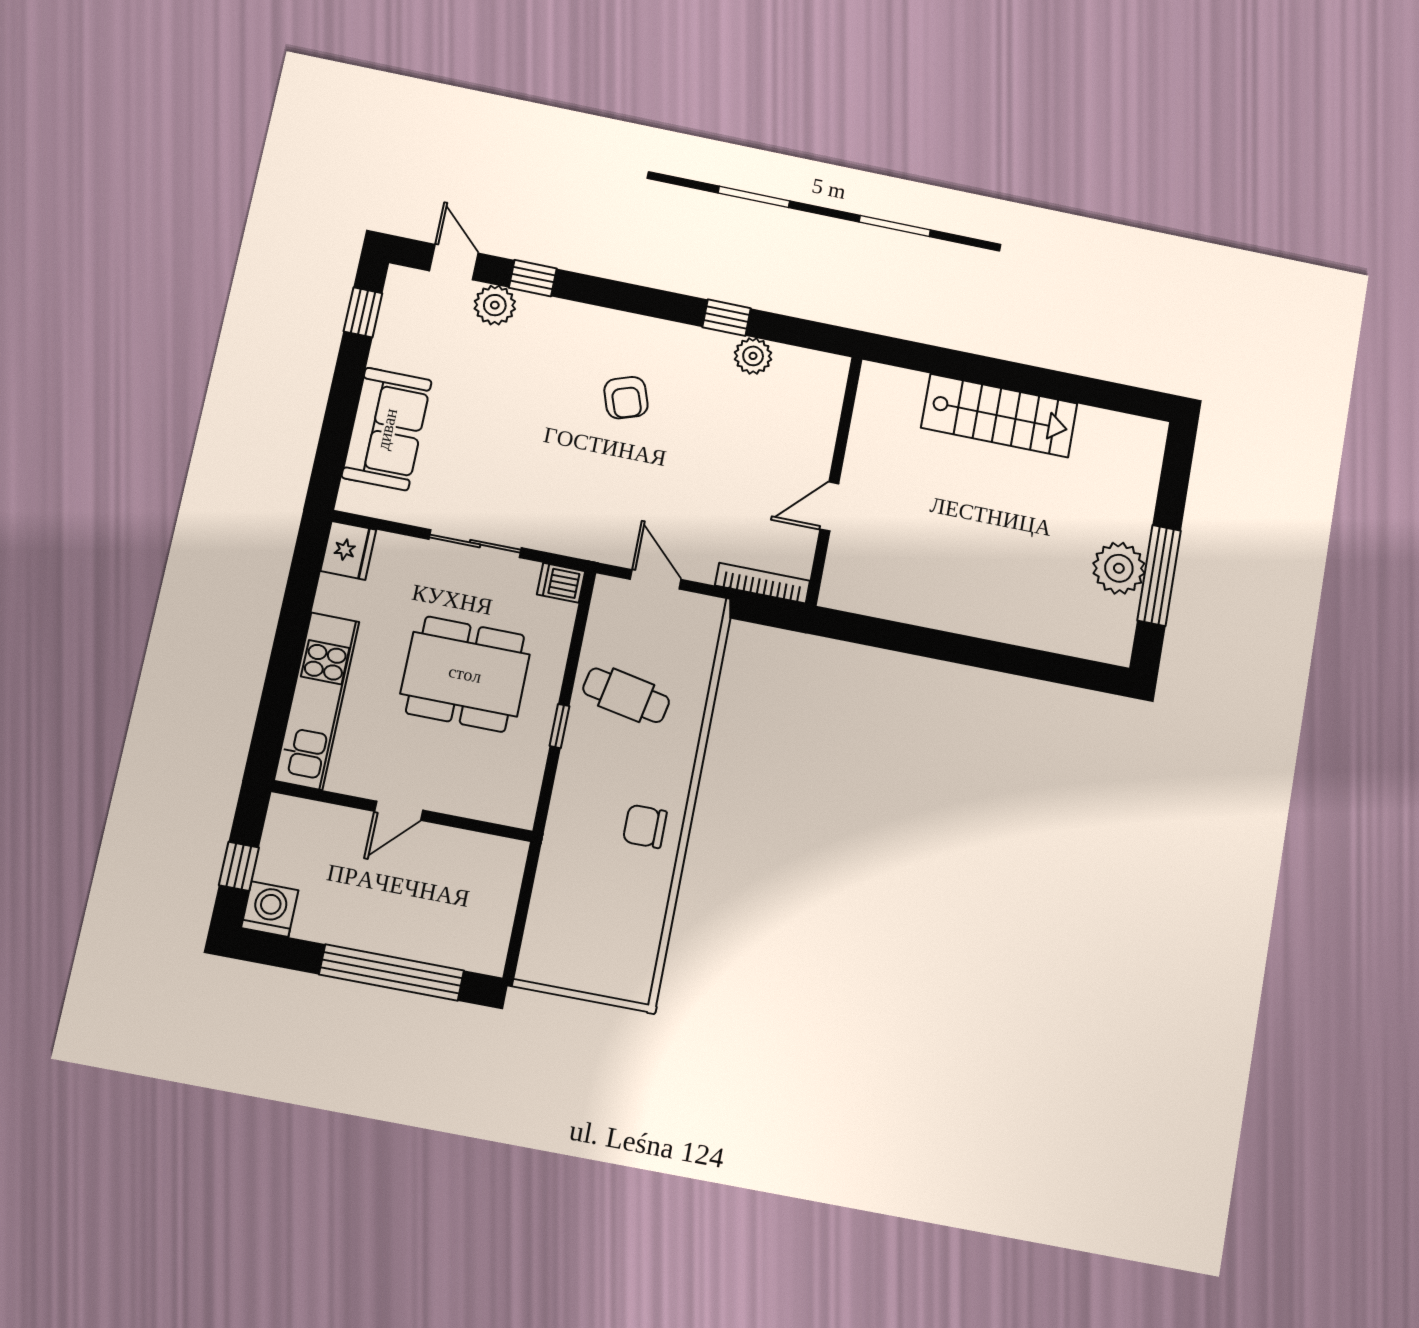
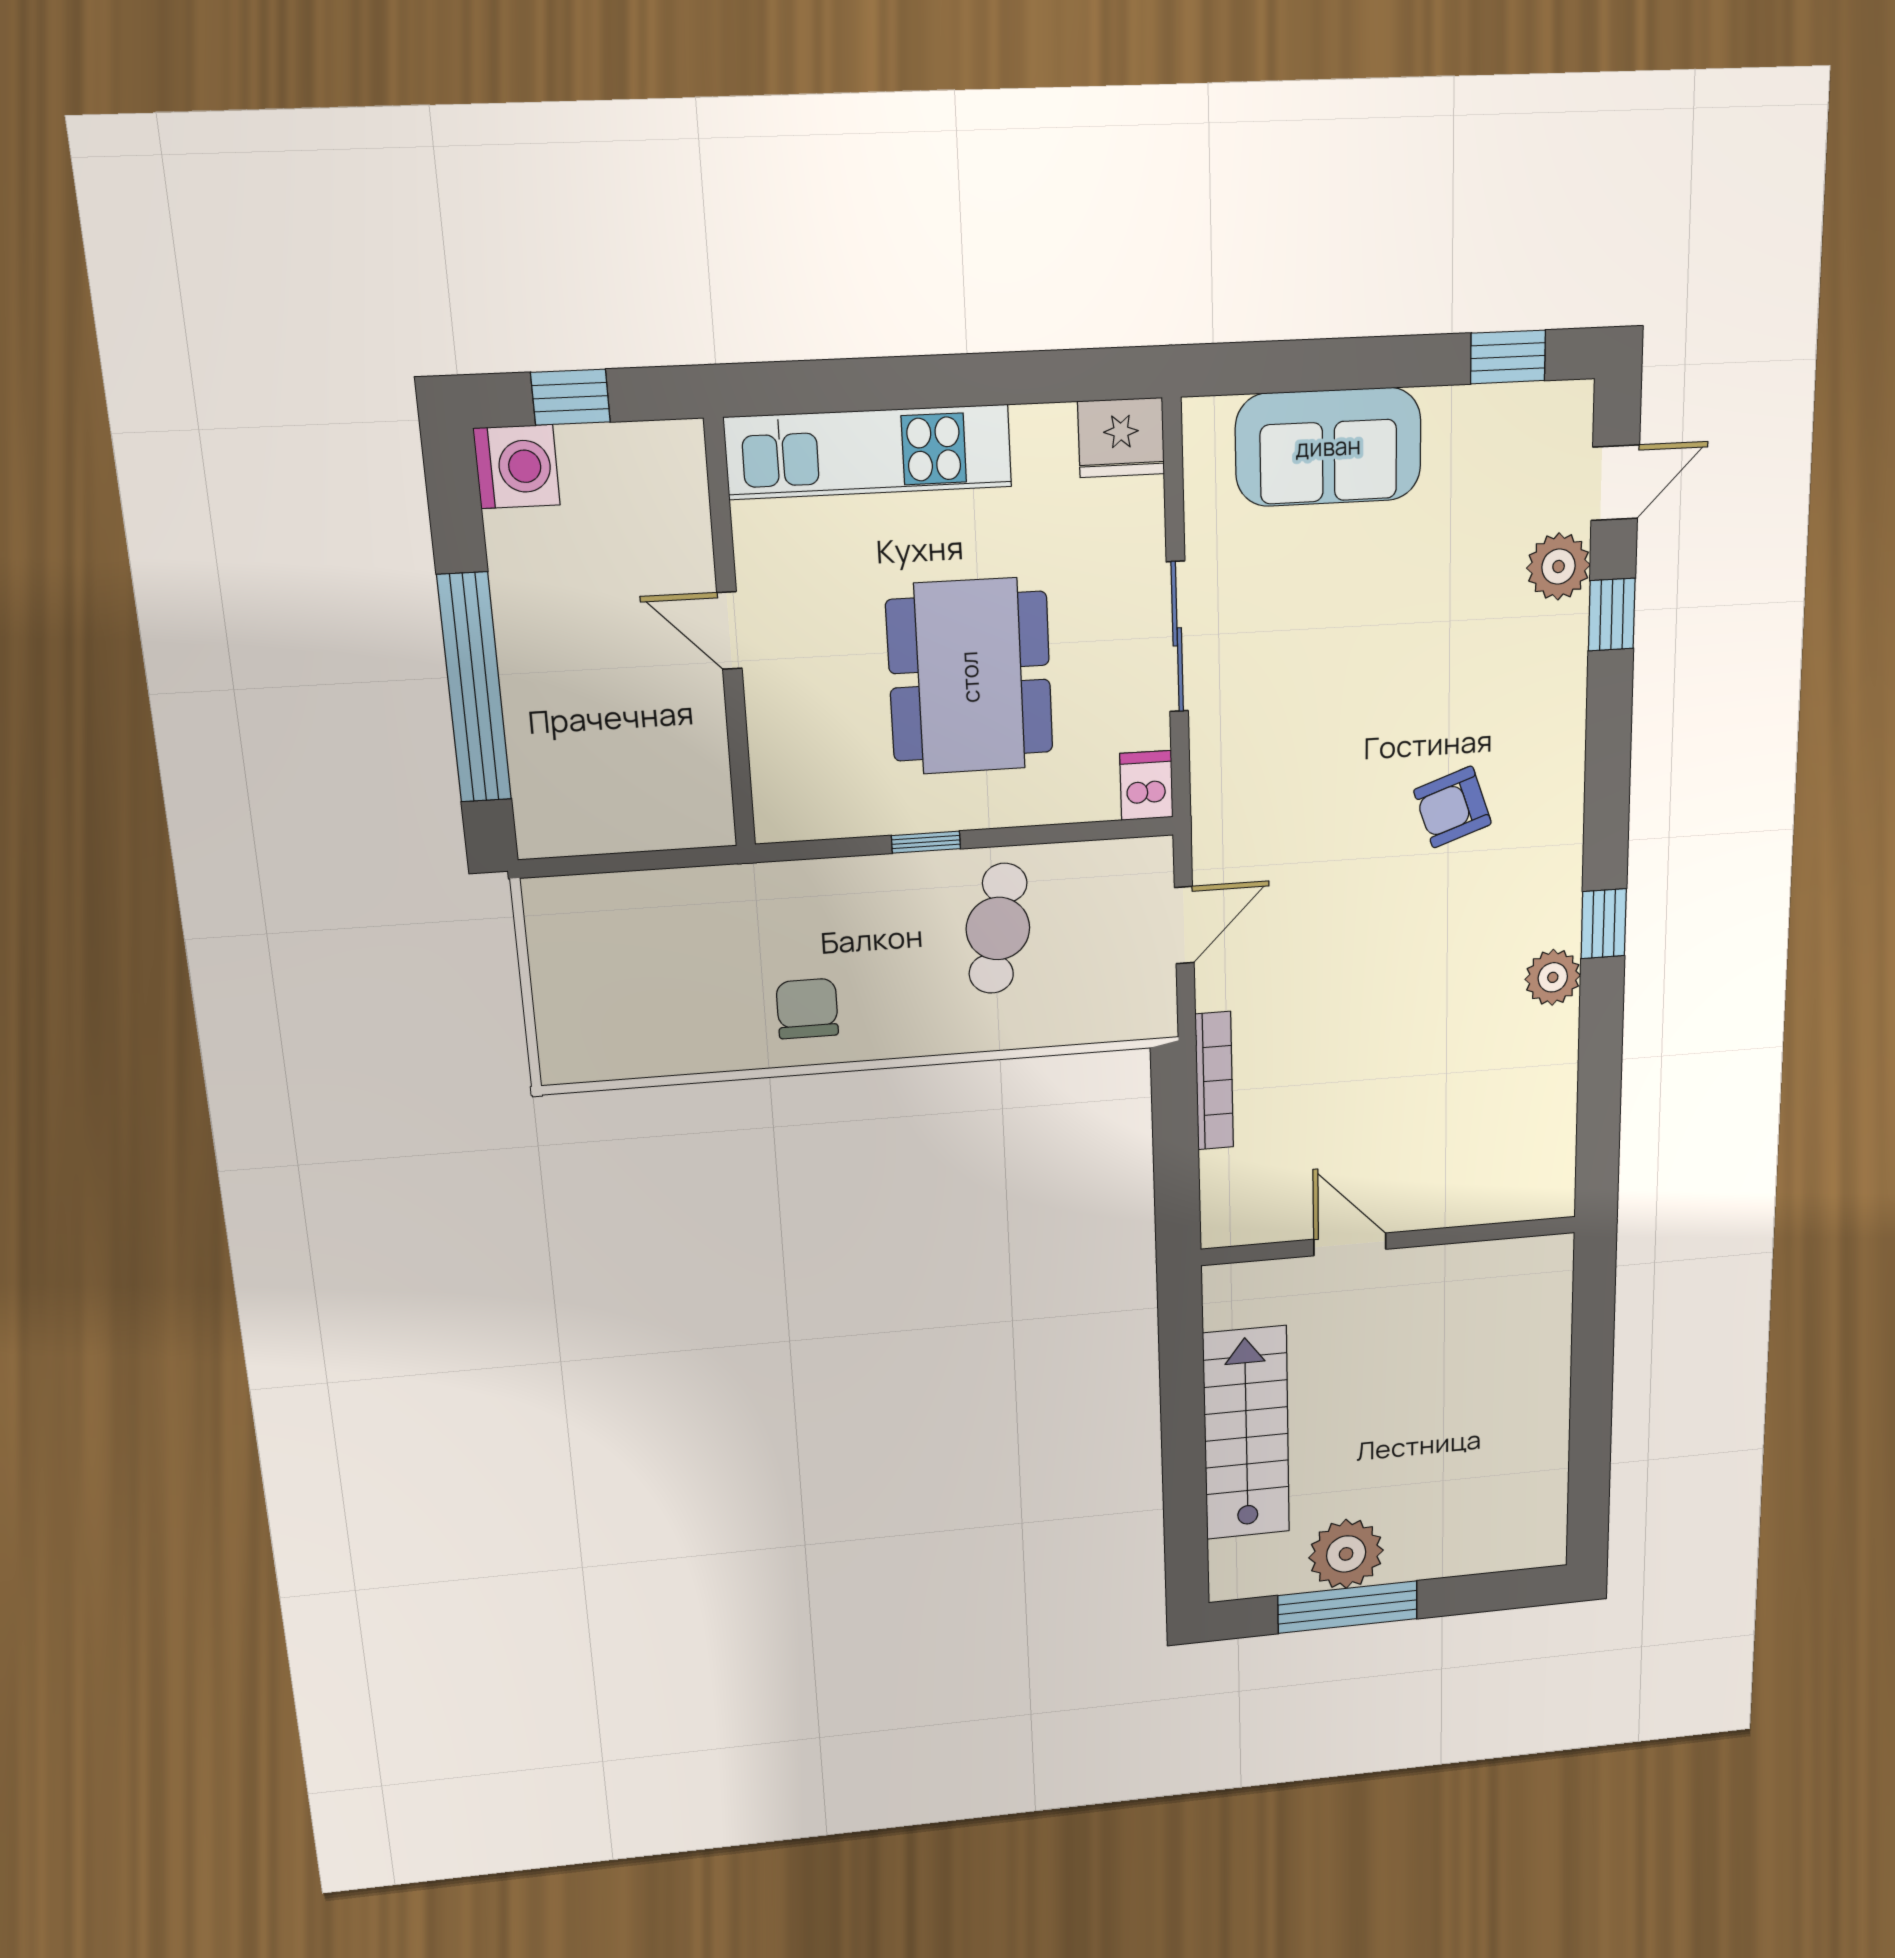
stairs: (999, 416) -> (1246, 1433), moved, turned 180
wall: (834, 480) -> (1389, 1241), moved
door: (829, 507) -> (1350, 1244), moved

